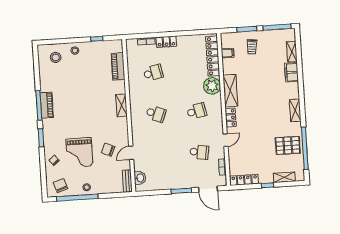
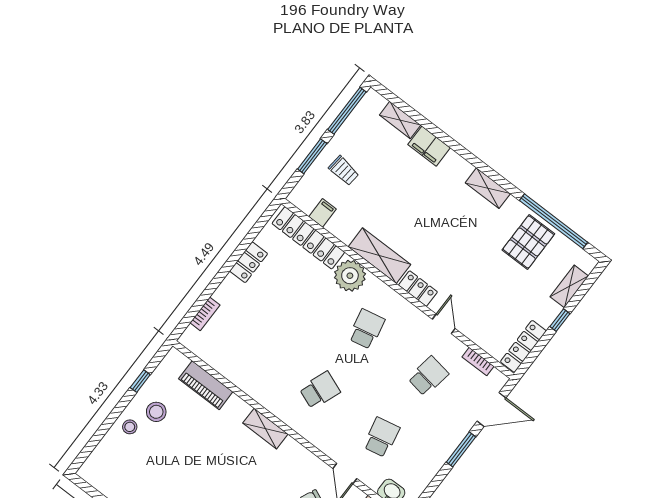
locker: (166, 42) -> (249, 262), moved
stool: (56, 57) -> (156, 412), moved
school desk: (153, 73) -> (381, 437), moved

